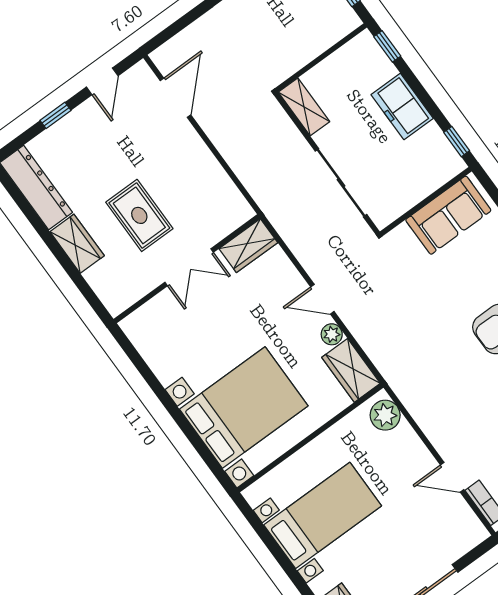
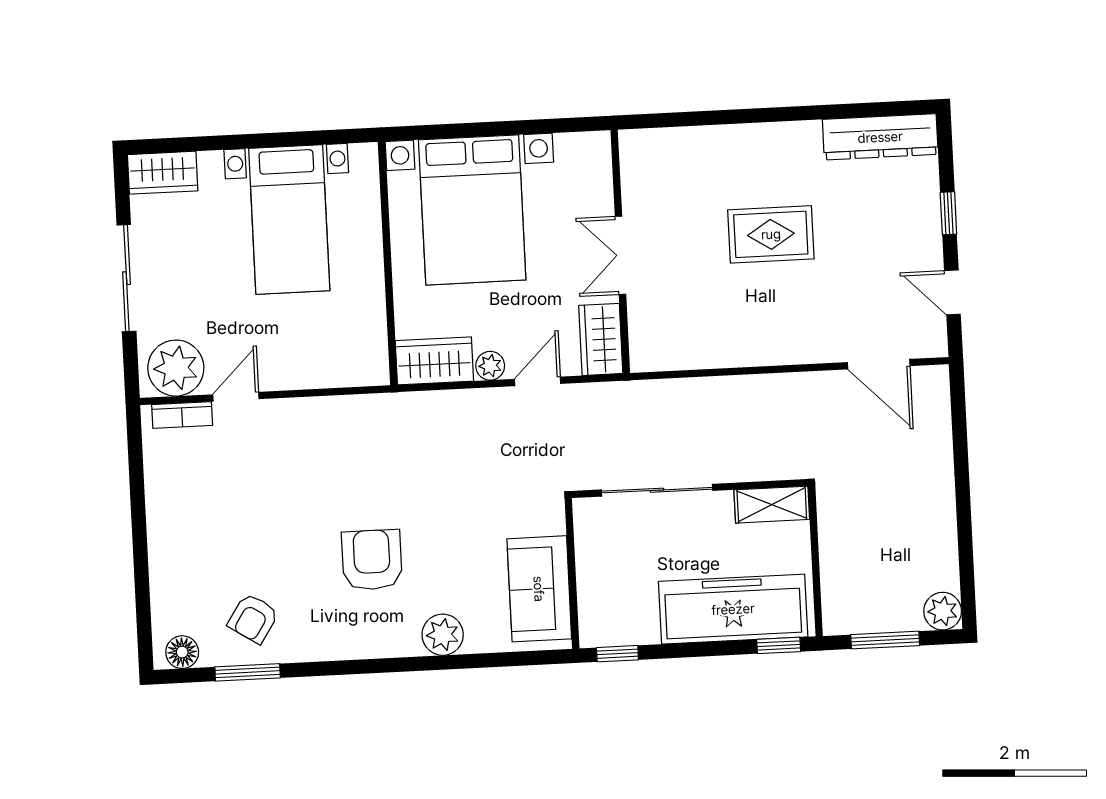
freezer: (402, 107) -> (733, 609), width x1.91, depth x1.26
wardrobe: (77, 244) -> (785, 142), removed
wardrobe: (248, 246) -> (601, 339), moved
double door: (189, 267) -> (620, 255), moved
wall: (187, 269) -> (620, 252), moved
plant: (385, 415) -> (176, 368), moved, width x1.36, depth x1.36

